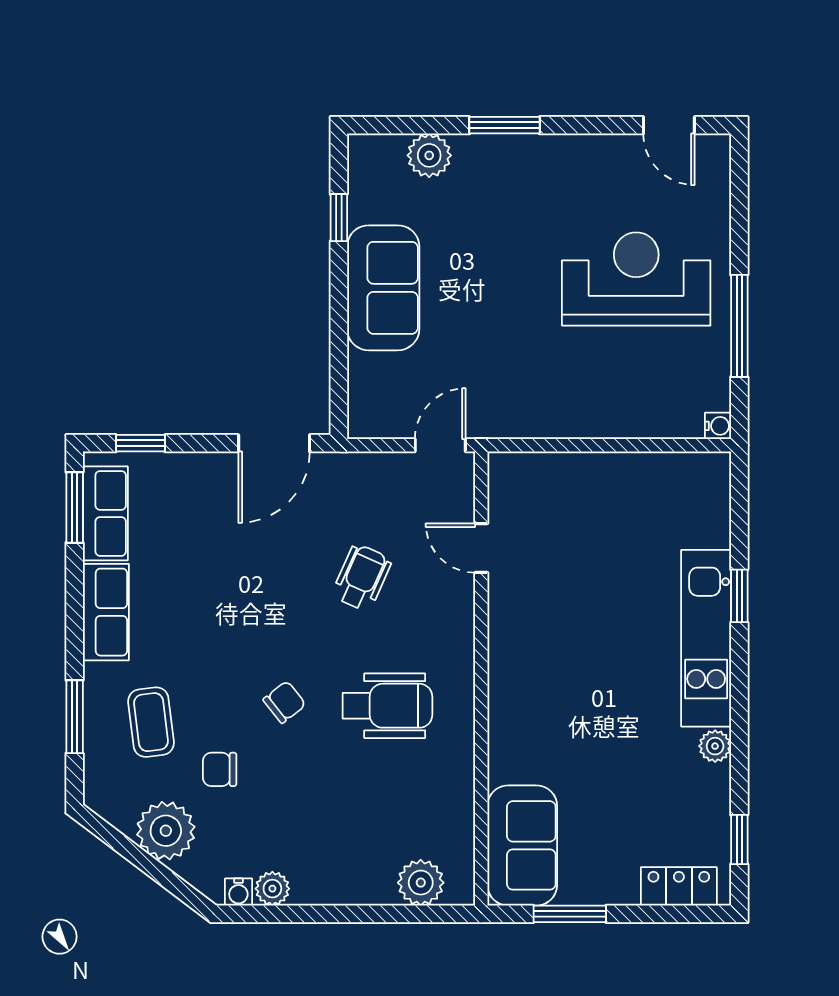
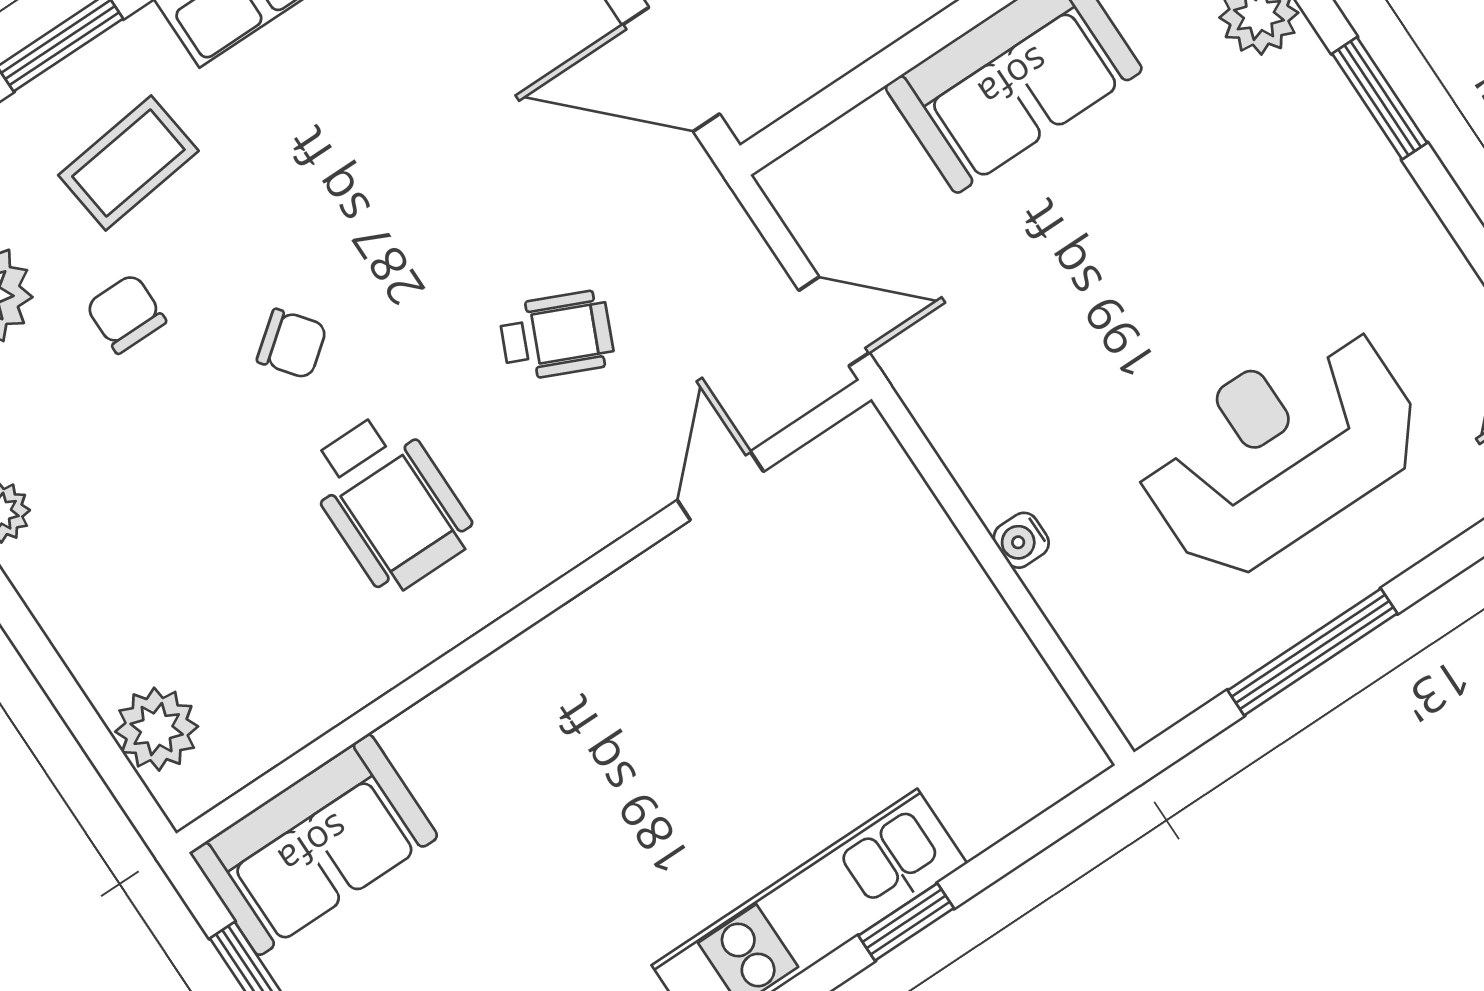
reception desk: (636, 279) -> (1280, 450), turned -90
water cooler: (718, 426) -> (1021, 540), moved, turned 90

